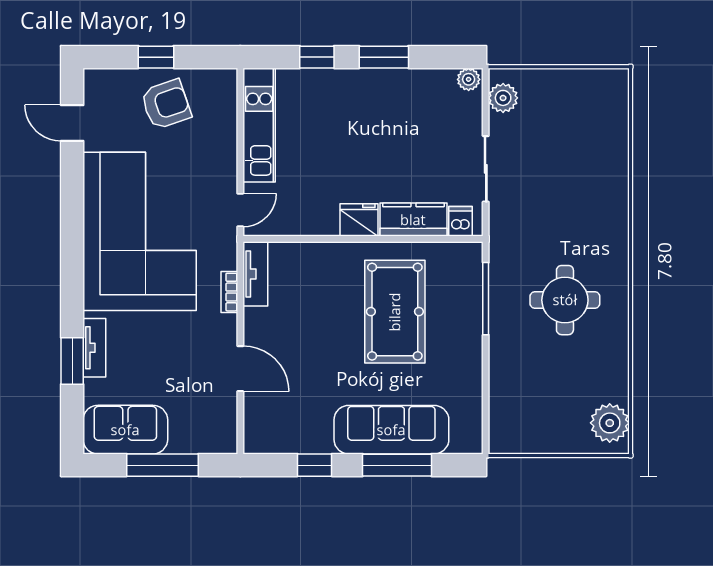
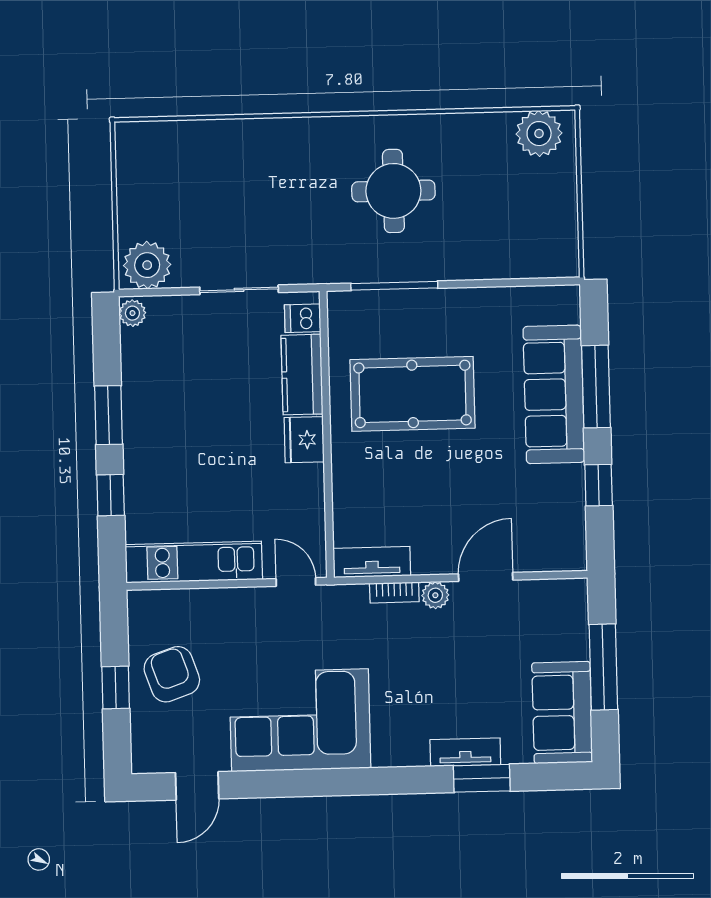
plant: (503, 98) -> (147, 265), width x1.36, depth x1.36
corner sofa: (140, 231) -> (300, 720), width x0.73, depth x0.74
plant: (226, 326) -> (435, 595), added

